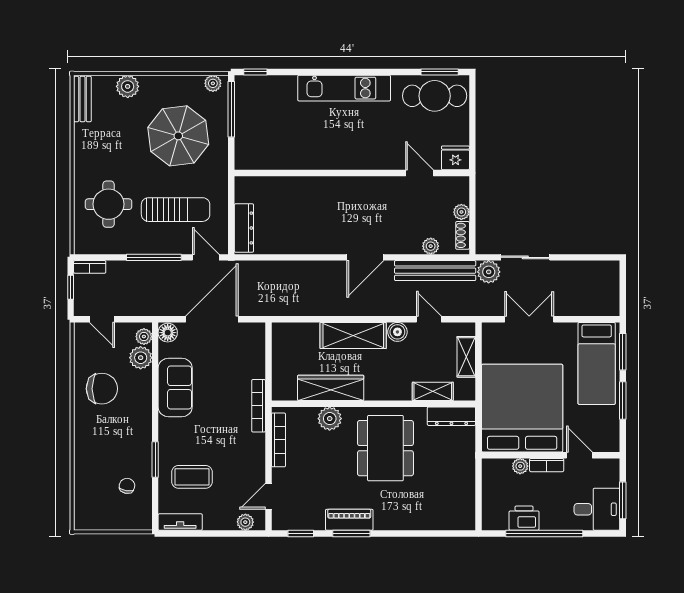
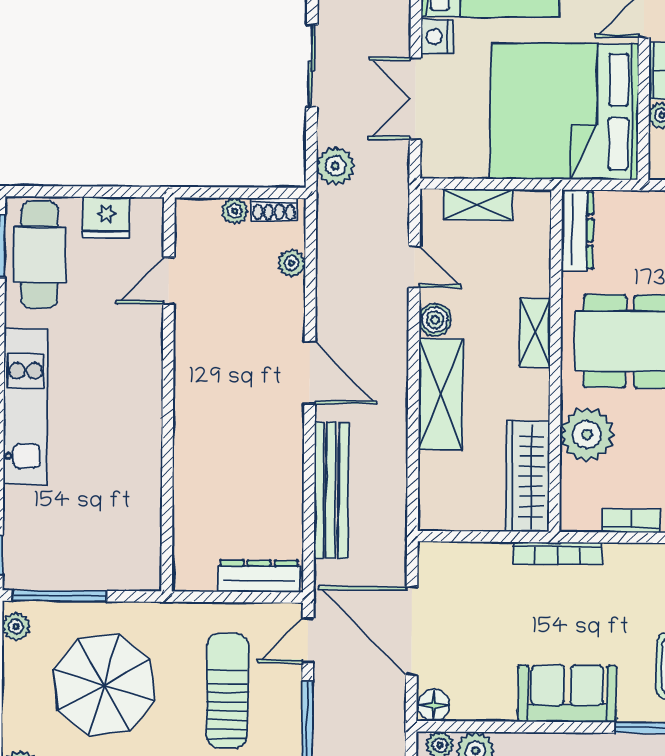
fridge: (455, 158) -> (106, 217), moved, turned -90
sliding door: (525, 257) -> (312, 66), moved
bench: (435, 271) -> (331, 490), moved
door: (429, 319) -> (414, 267), swing flipped
nightstand: (566, 332) -> (437, 37), added
sofa: (175, 387) -> (567, 694), moved
wardrobe: (331, 388) -> (528, 476), moved
shelving: (433, 391) -> (535, 332), moved
plant: (330, 419) -> (587, 434), width x1.36, depth x1.36
bookcase: (278, 440) -> (631, 521), width x0.64

